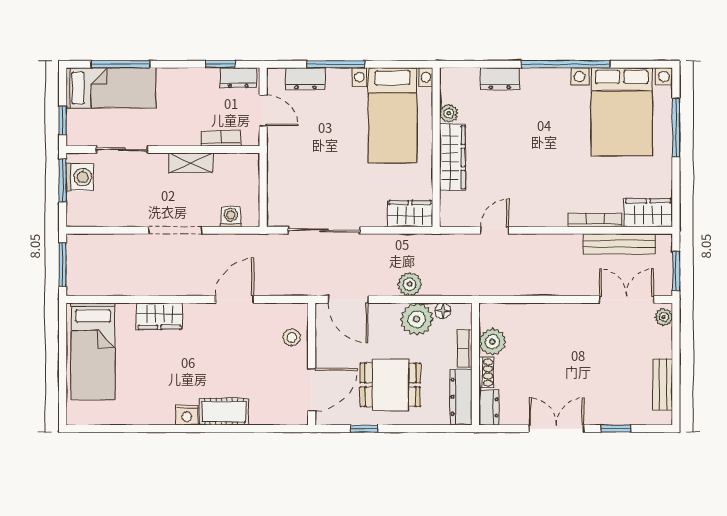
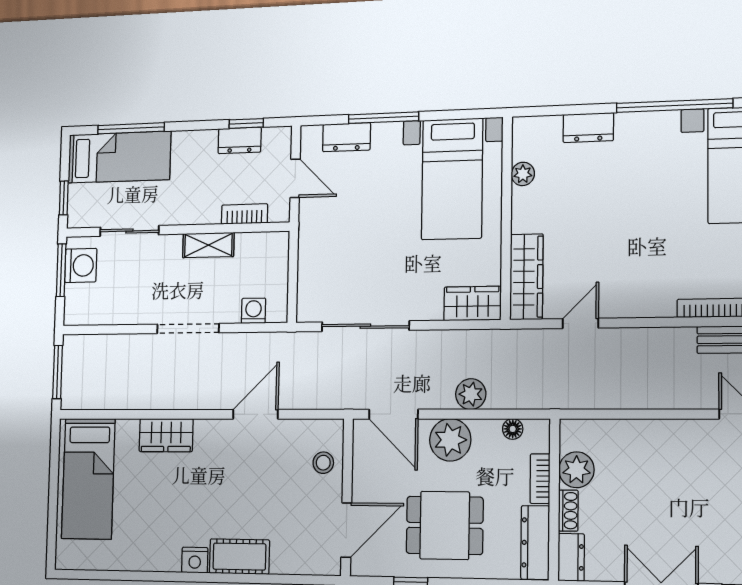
dresser: (238, 78) -> (240, 140), moved
wardrobe: (452, 157) -> (526, 277), moved
plant: (417, 319) -> (450, 440), moved

